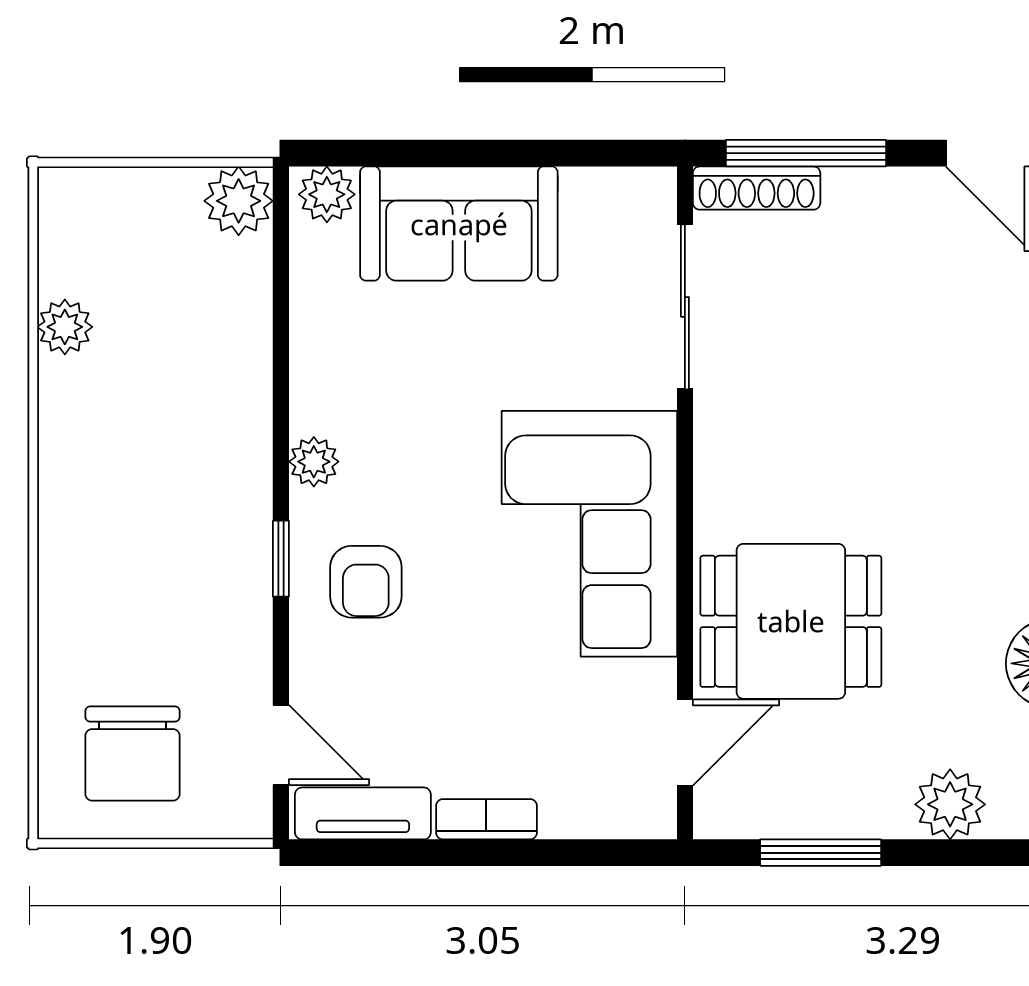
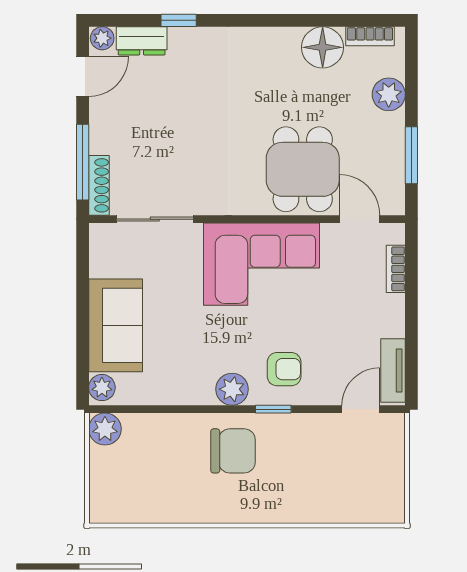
plant: (65, 327) -> (164, 511), removed
plant: (314, 462) -> (232, 389), width x1.38, depth x1.38
chair: (133, 754) -> (233, 451), moved
bookcase: (486, 819) -> (396, 269), moved

